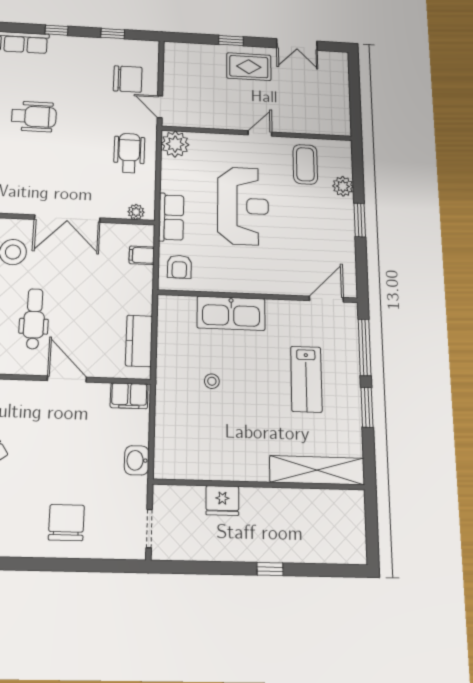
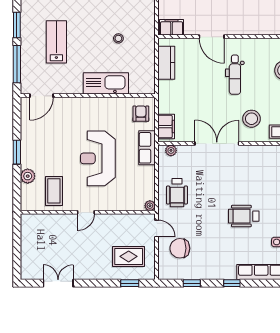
window: (231, 41) -> (130, 283), moved
rug: (249, 67) -> (129, 256), moved
plant: (175, 144) -> (150, 206), width x0.53, depth x0.53
filing cabinet: (142, 255) -> (166, 127), width x2.00

